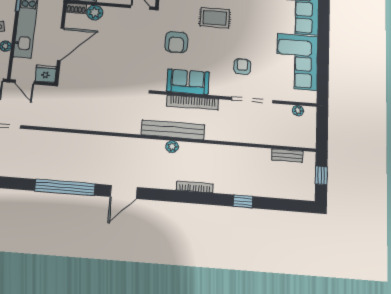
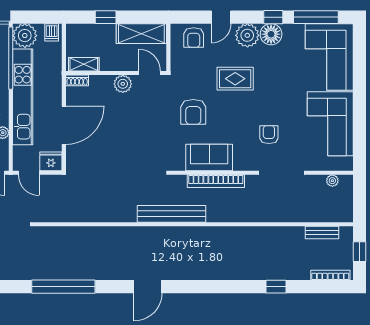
plant: (95, 12) -> (123, 84), moved
bench: (173, 130) -> (172, 214), moved
plant: (172, 147) -> (197, 233), removed
window: (65, 187) -> (63, 287), moved
bookcase: (195, 187) -> (330, 275), moved

